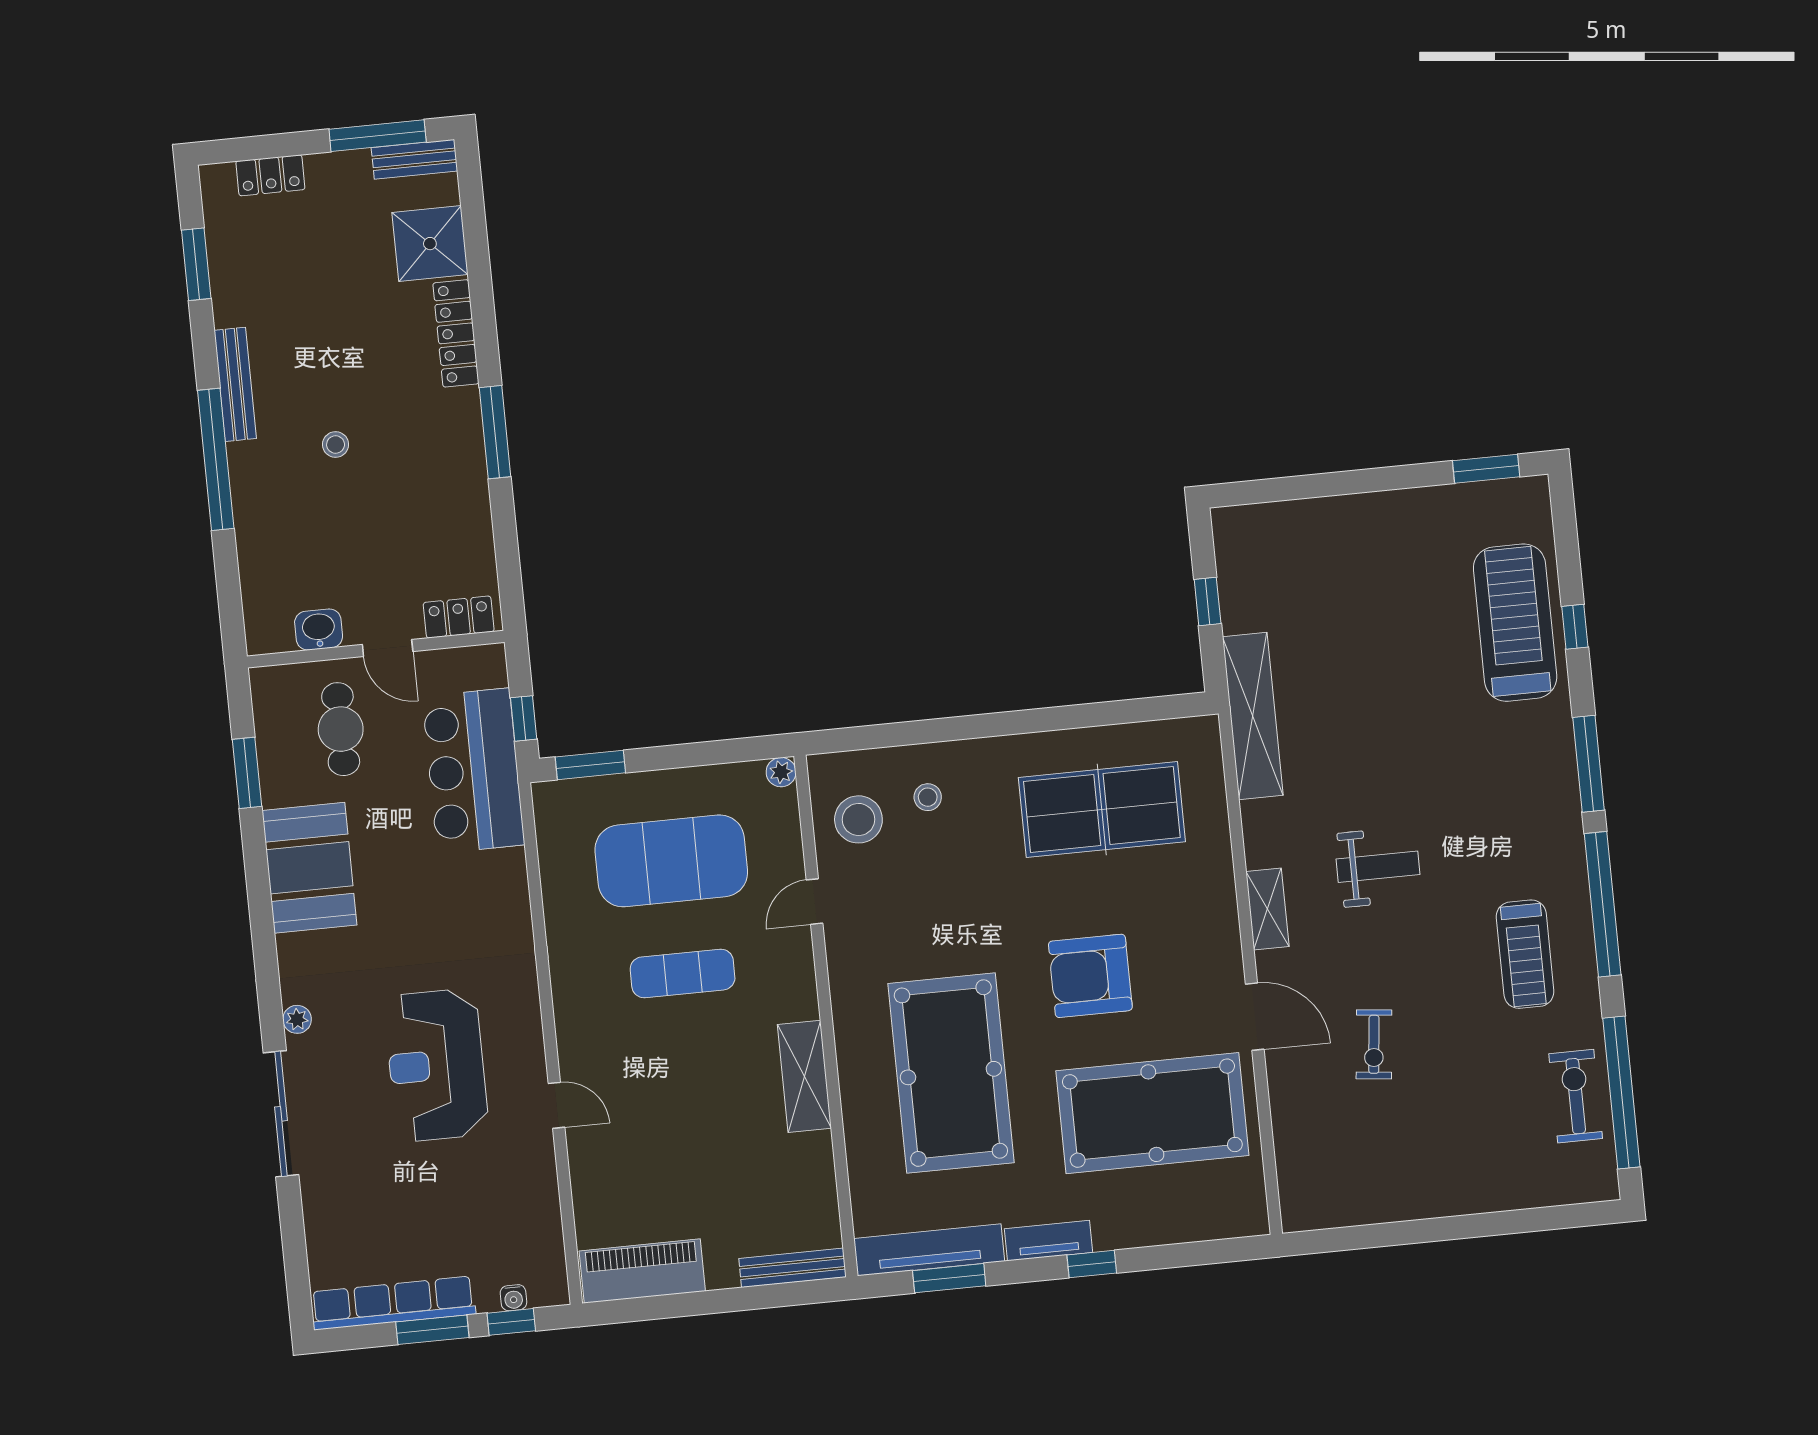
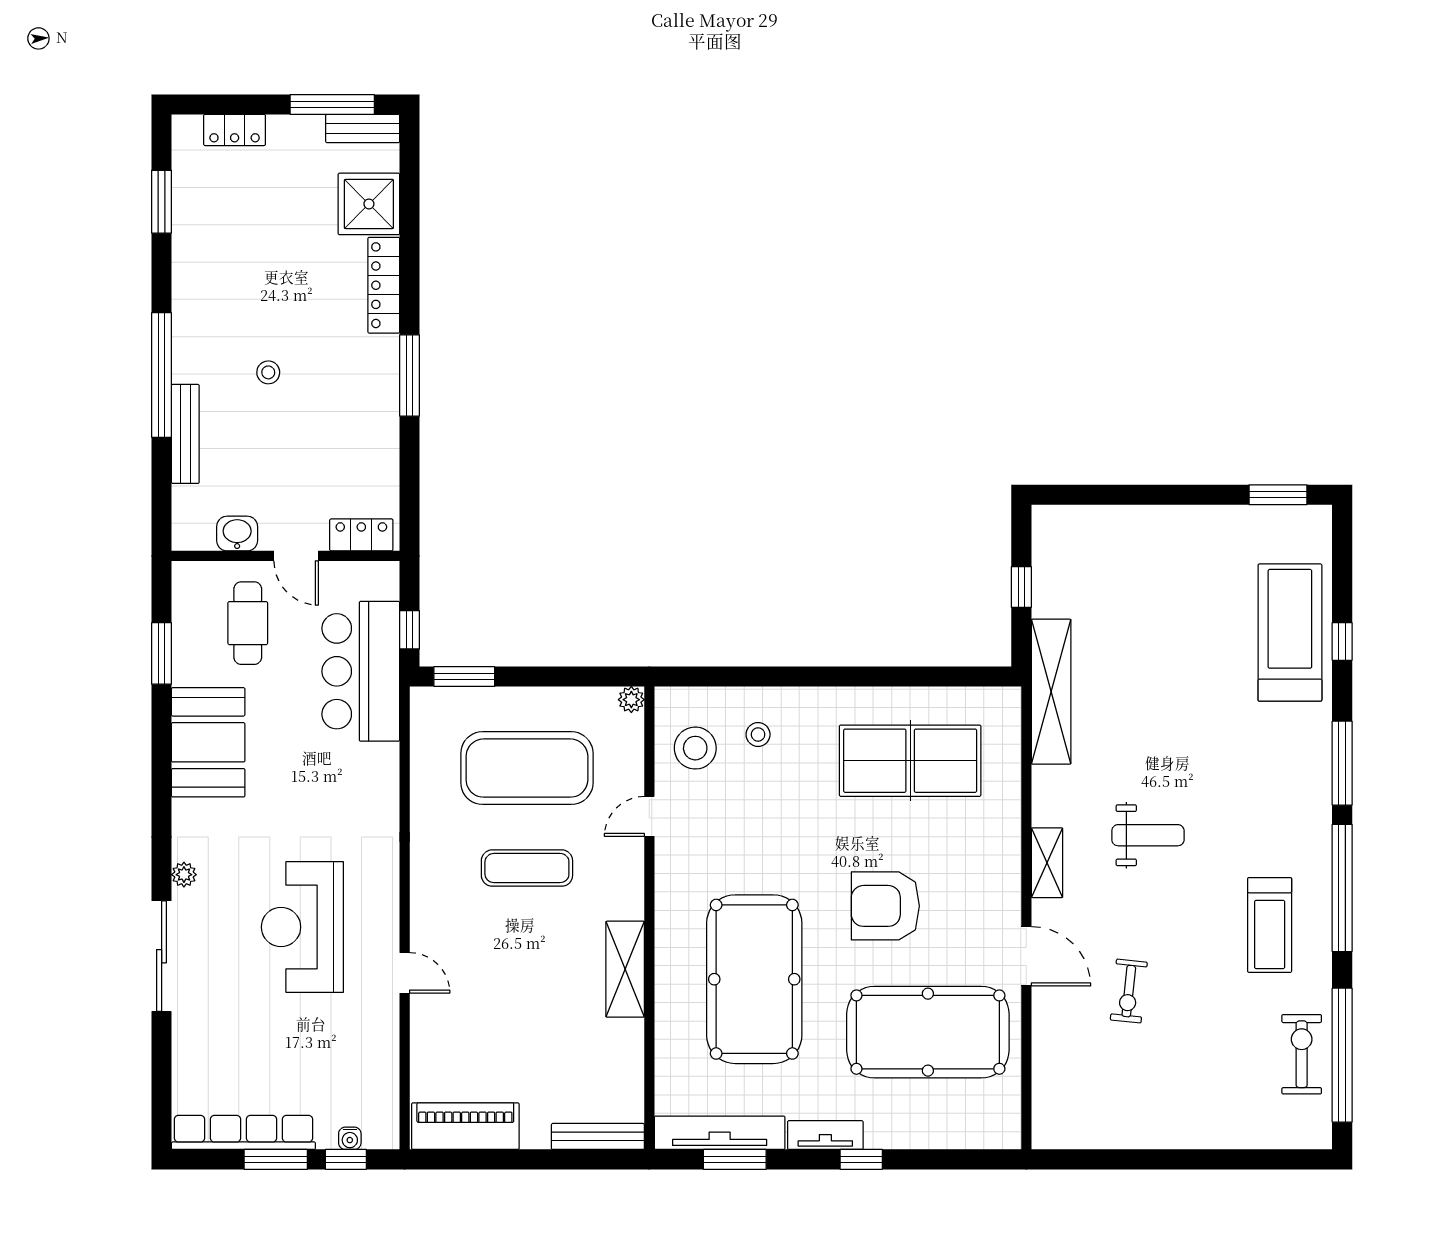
bench: (235, 384) -> (185, 434), moved

